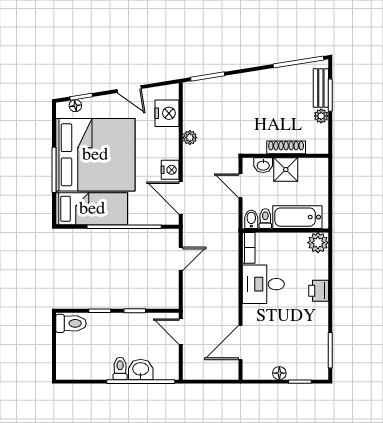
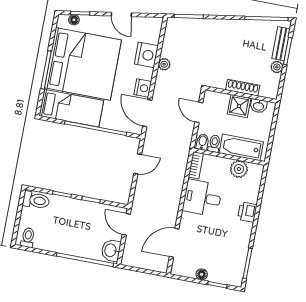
nightstand: (167, 113) -> (146, 55), moved
washbasin: (263, 165) -> (259, 106), moved
plant: (318, 243) -> (239, 169), moved
toilet: (120, 368) -> (28, 238), moved
washbasin: (141, 369) -> (111, 250), moved, turned -90

